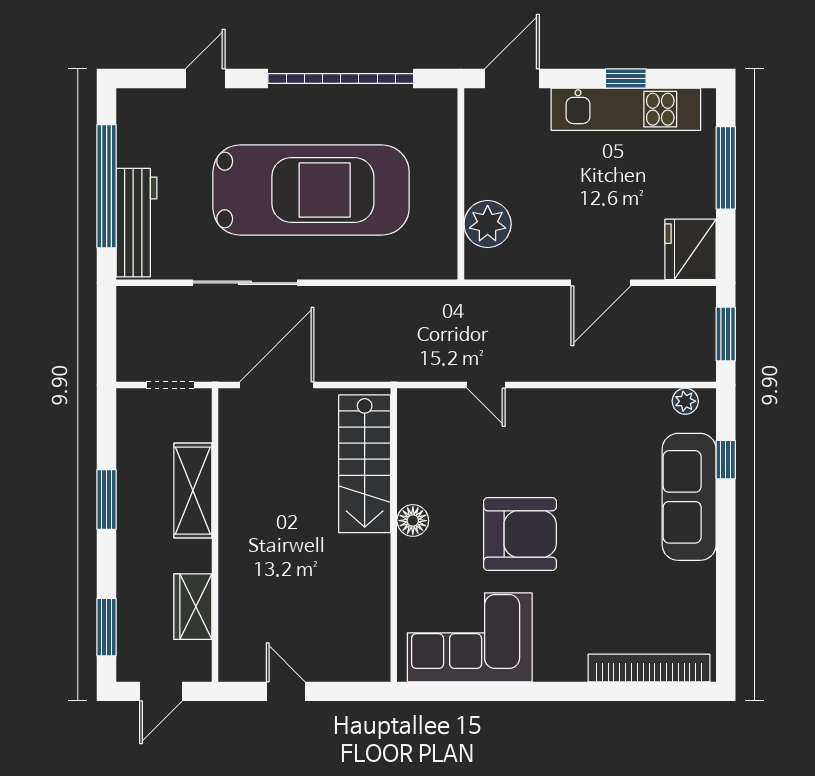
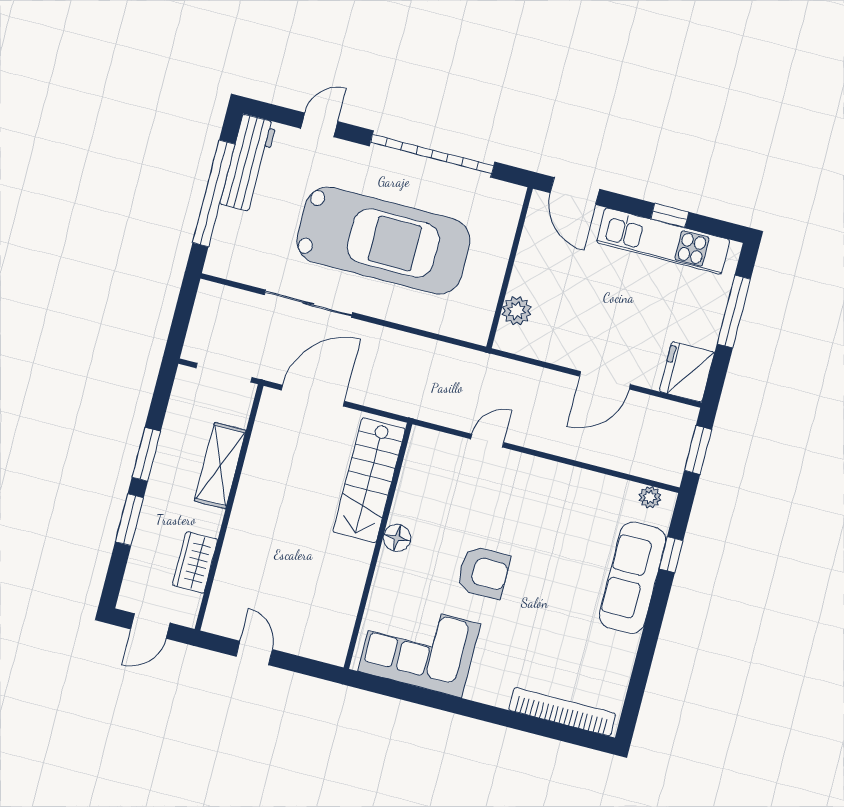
door: (512, 79) -> (575, 191), swing flipped
workbench: (136, 223) -> (248, 163), moved
plant: (488, 224) -> (517, 311), width x0.73, depth x0.73
doorway: (170, 385) -> (224, 373), width x1.38
door: (486, 385) -> (487, 441), swing flipped
armchair: (520, 534) -> (483, 572), width x0.73, depth x0.73
window: (107, 627) -> (129, 520), moved

